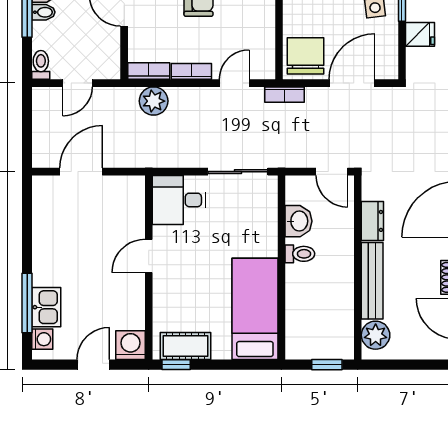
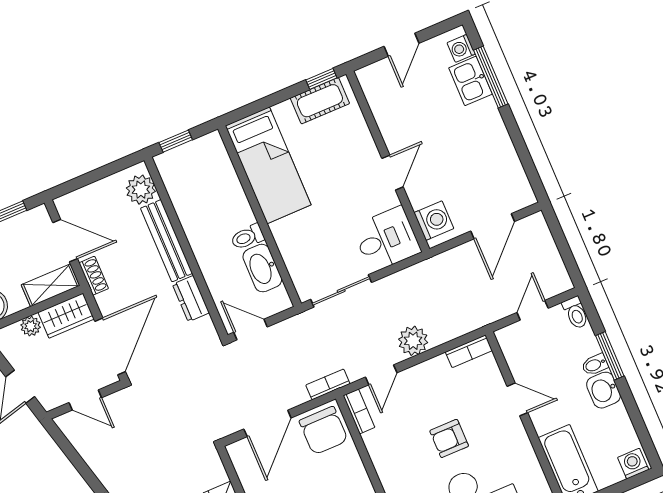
bookcase: (191, 71) -> (359, 411), moved, turned -90
plant: (154, 101) -> (413, 341), moved
washbasin: (298, 221) -> (262, 268), width x1.38
washing machine: (130, 345) -> (434, 221), moved, turned -90

